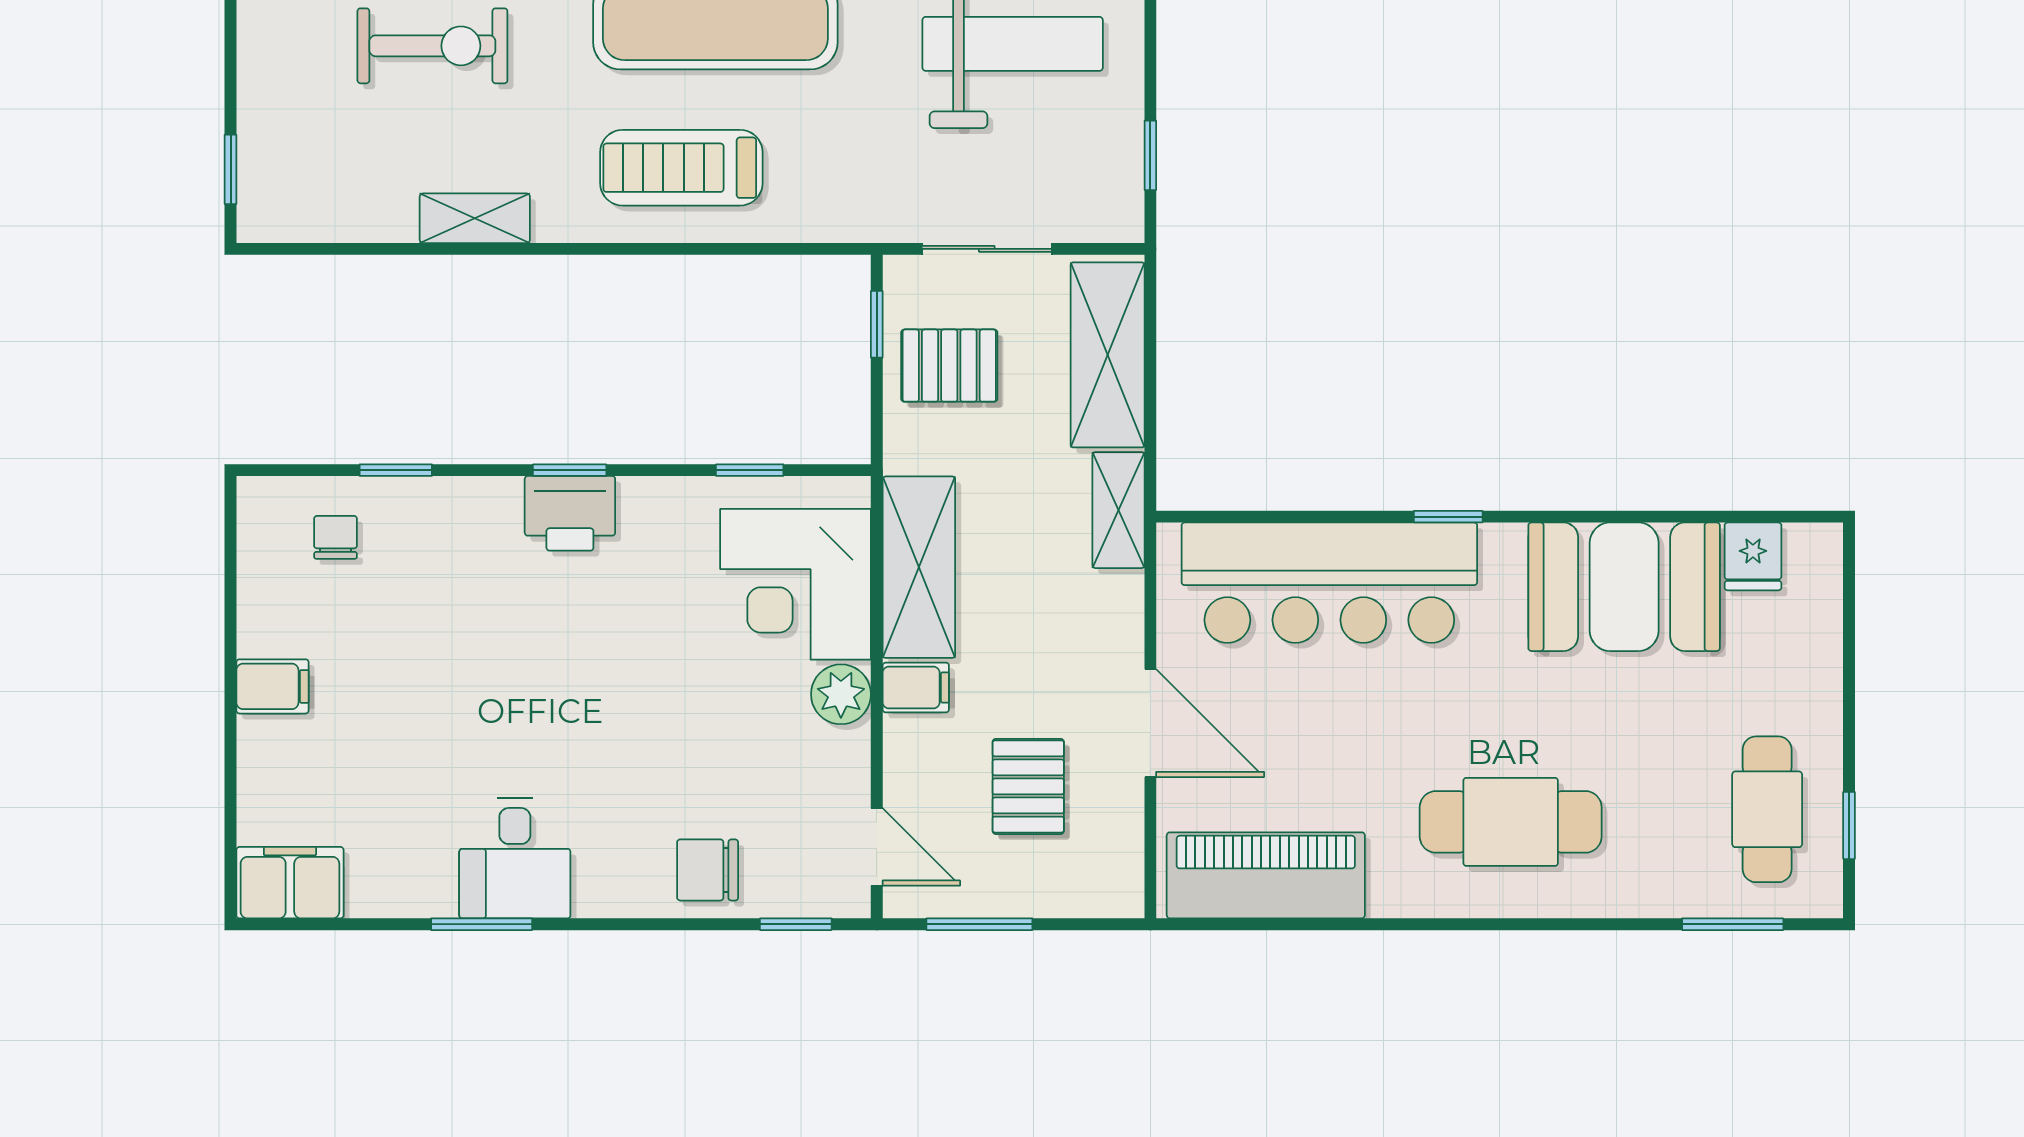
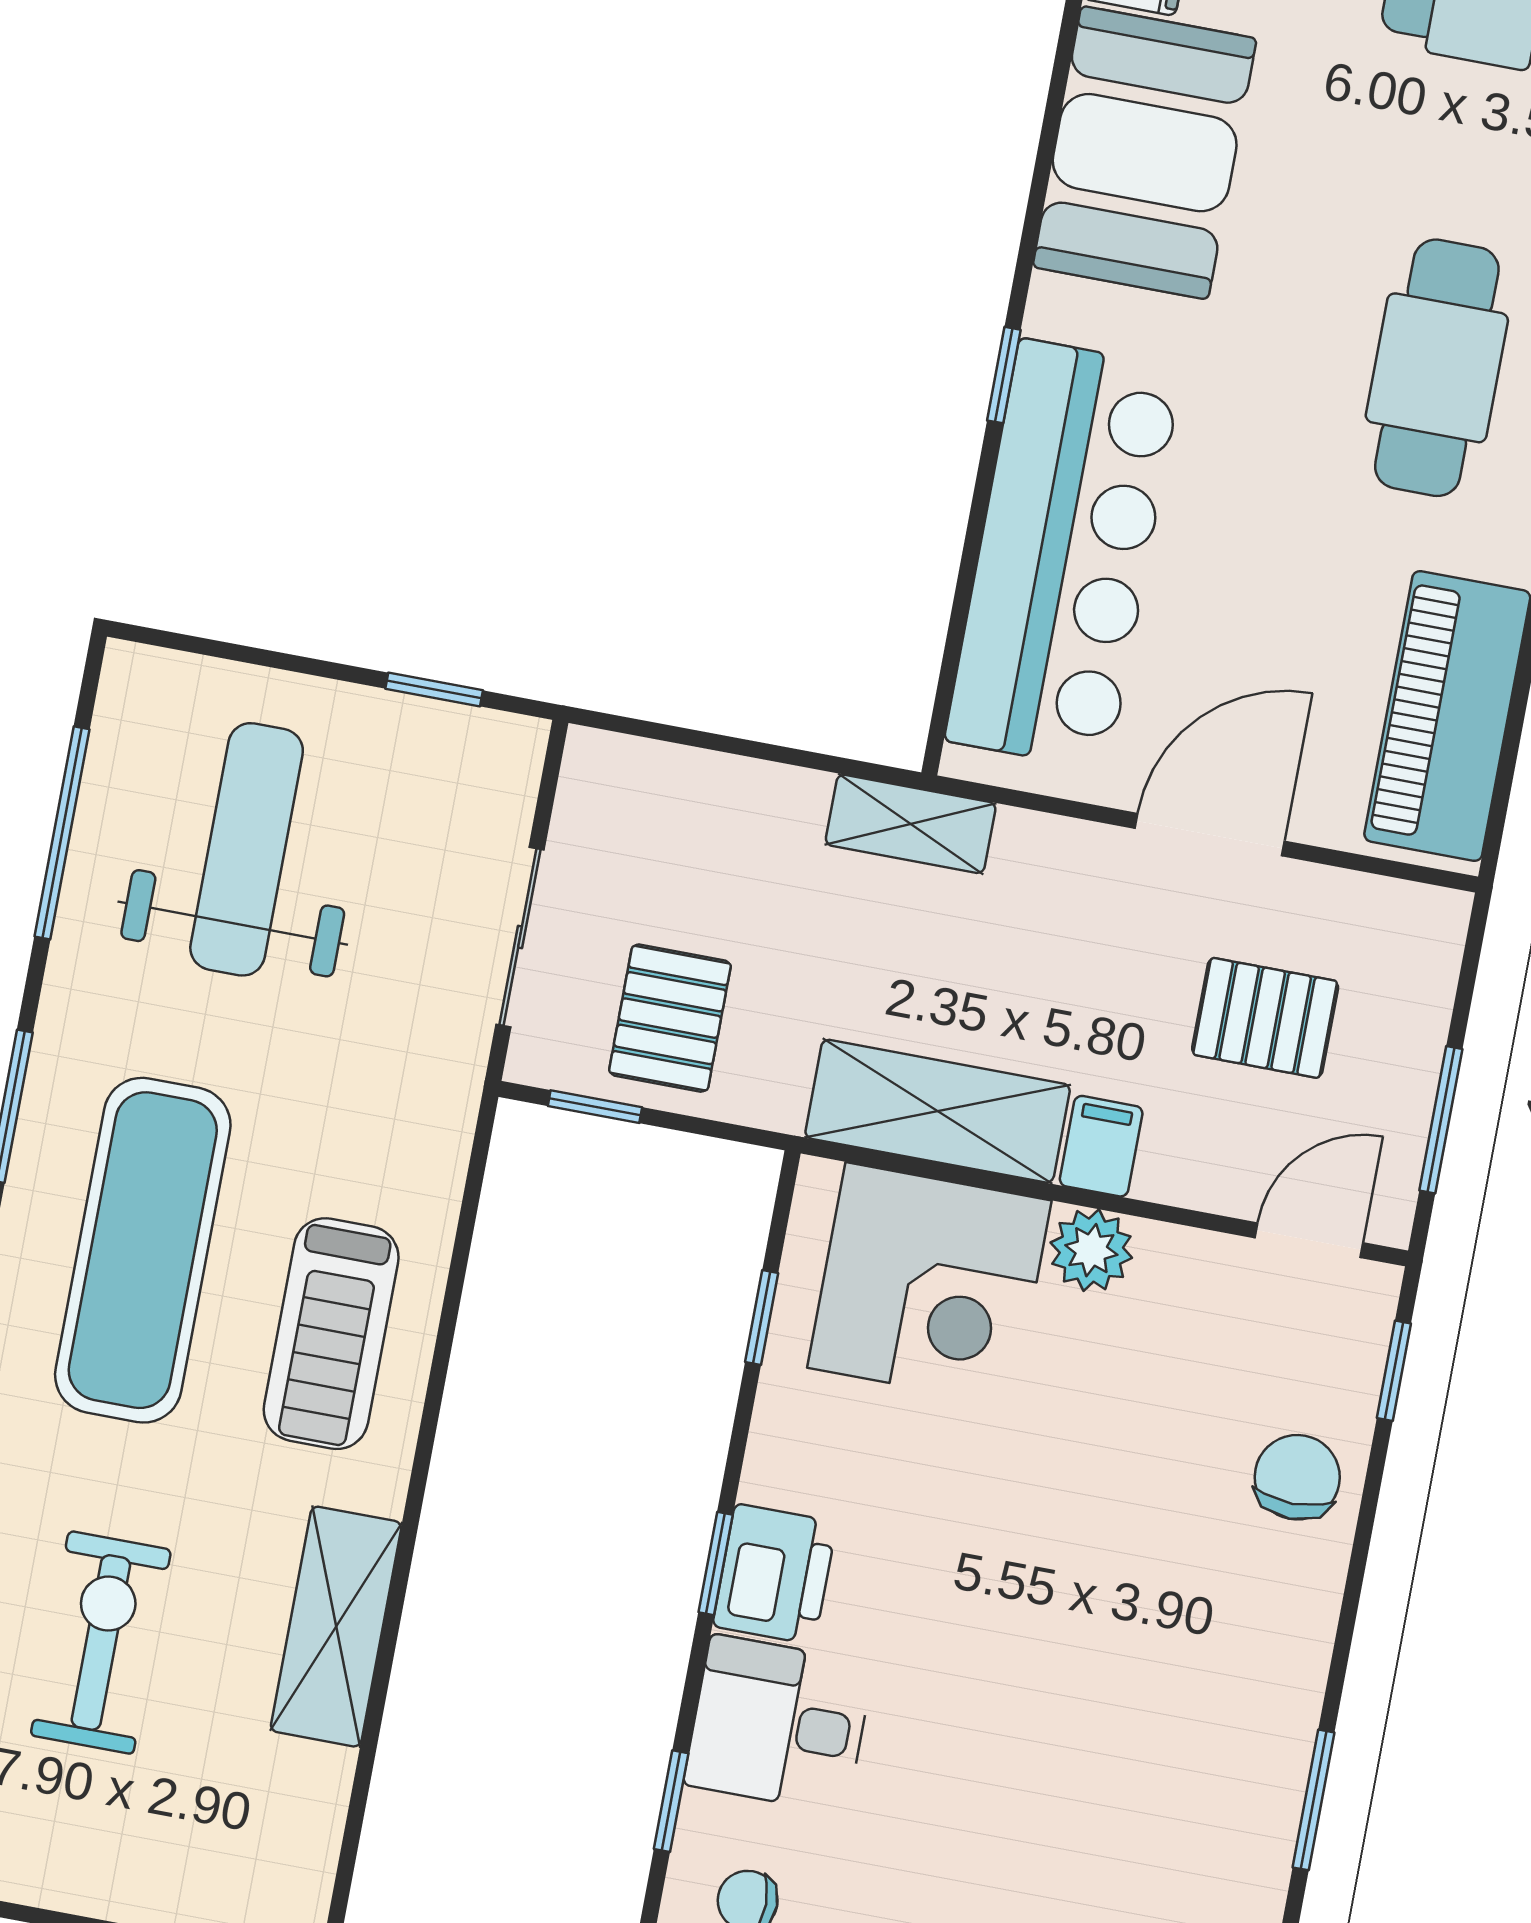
shelving: (475, 218) -> (336, 1627), width x1.50, depth x1.33
shelving: (1108, 355) -> (696, 799), removed
desk: (515, 858) -> (779, 1724), moved, turned 180
chair: (708, 870) -> (1297, 1477), turned 180

